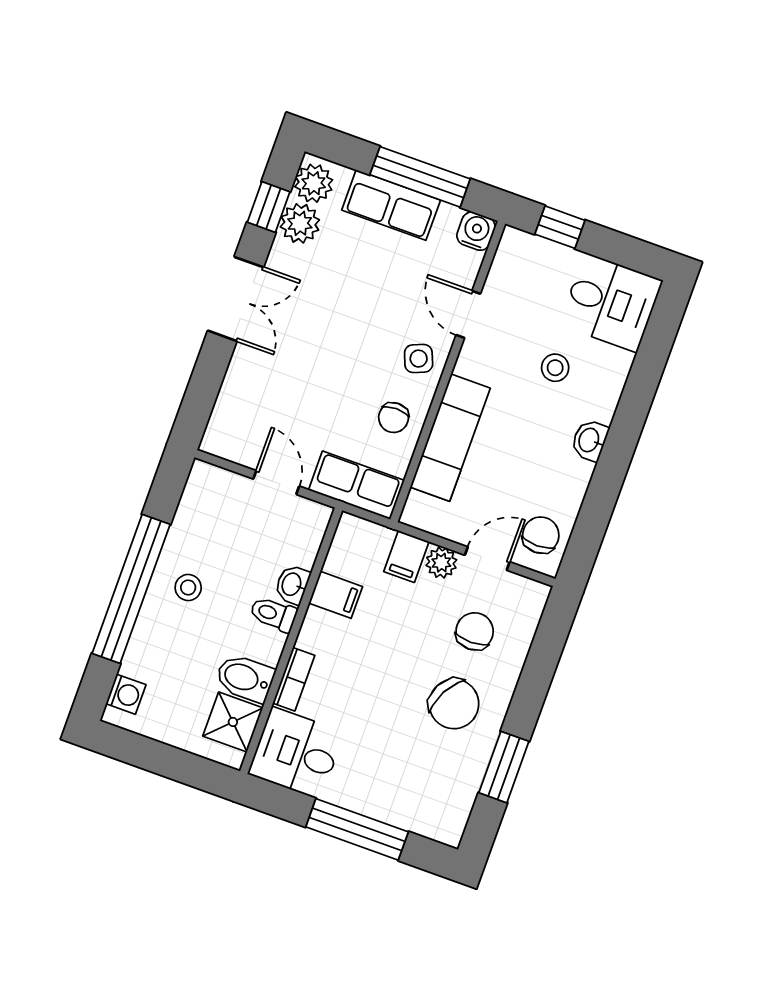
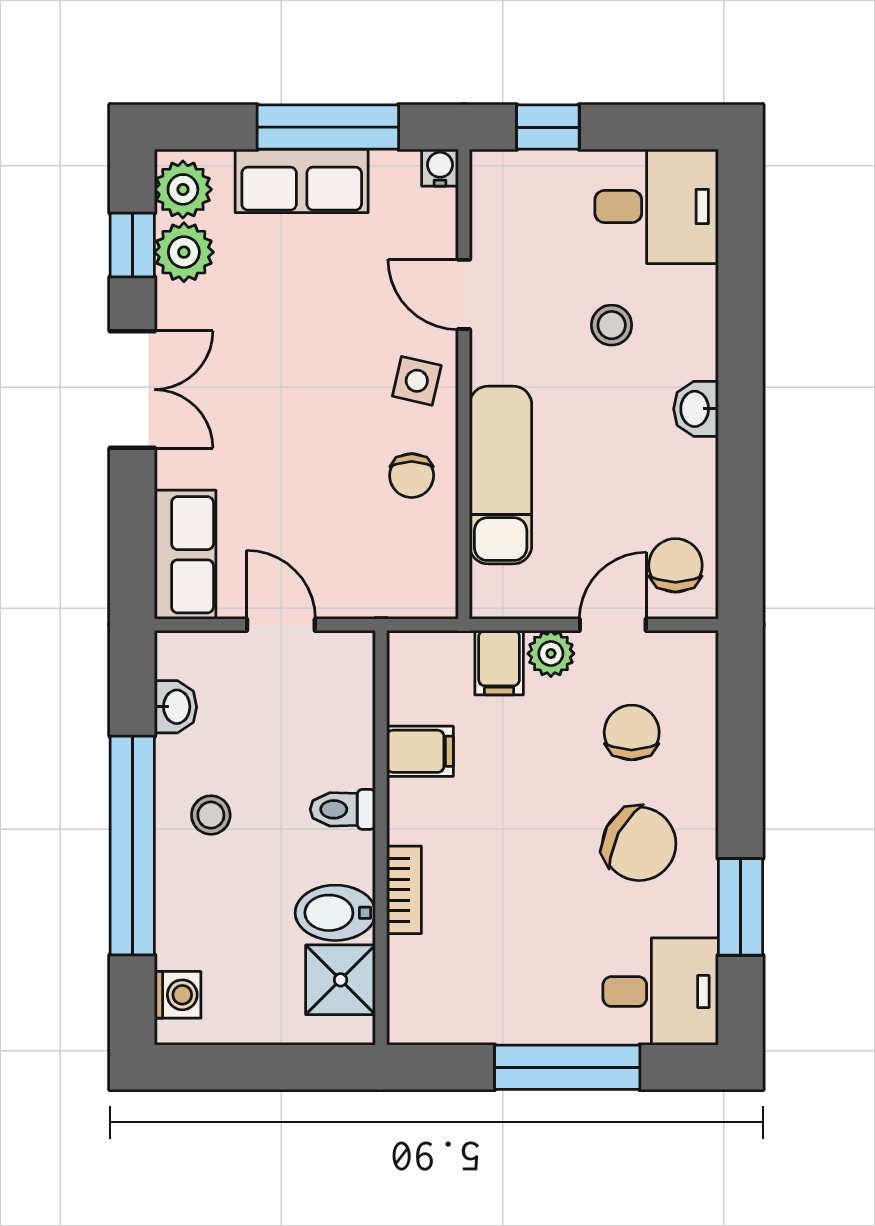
water cooler: (476, 231) -> (440, 168), width x0.72, depth x0.72
side table: (419, 359) -> (417, 381), turned 35
row of seats: (356, 485) -> (185, 555), moved, turned 90
washbasin: (292, 585) -> (175, 707), moved, turned 180
desk: (296, 753) -> (661, 992), moved, turned 180

